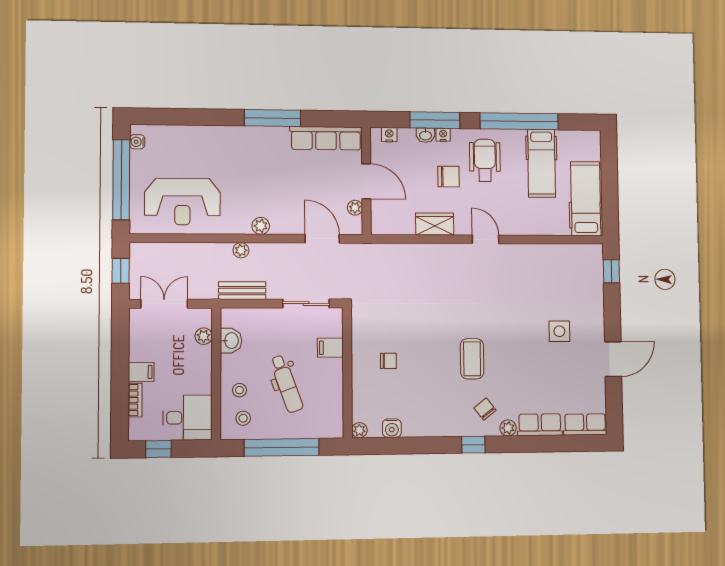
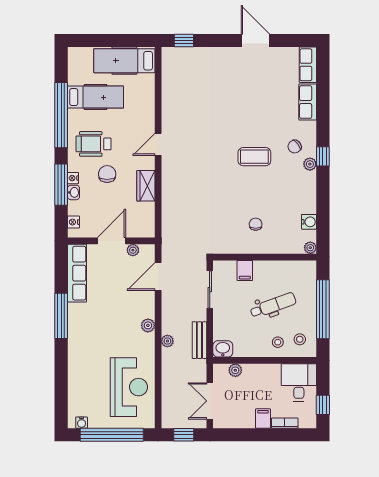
side table: (559, 331) -> (233, 85), removed
washbasin: (231, 341) -> (223, 349), moved
plant: (508, 428) -> (310, 164), moved

